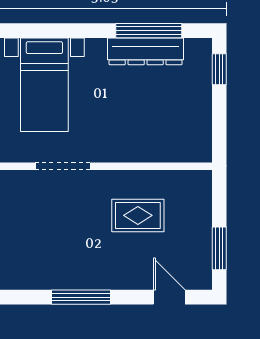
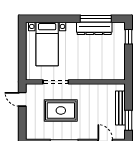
rug: (138, 215) -> (61, 110), moved, width x1.36, depth x1.43
bench: (202, 222) -> (120, 108), added

